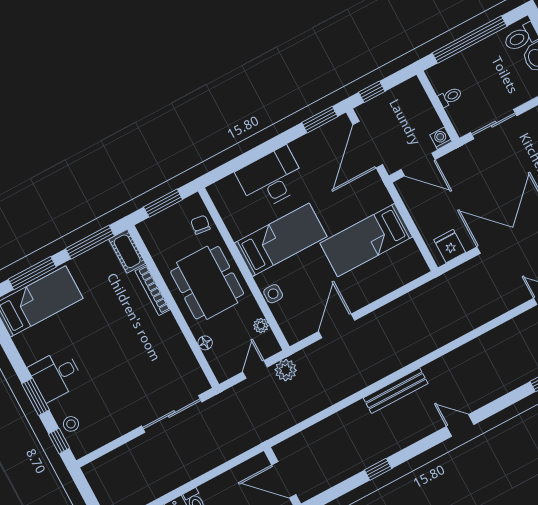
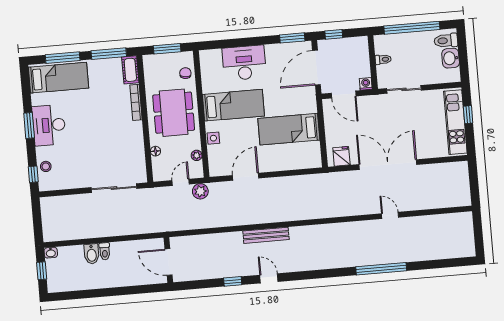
desk: (56, 375) -> (49, 125), width x1.37
window: (35, 397) -> (29, 126), moved
door: (460, 425) -> (269, 278), moved

